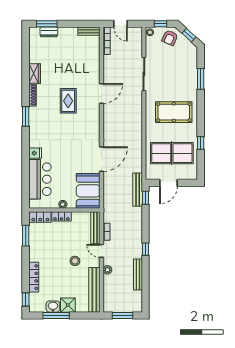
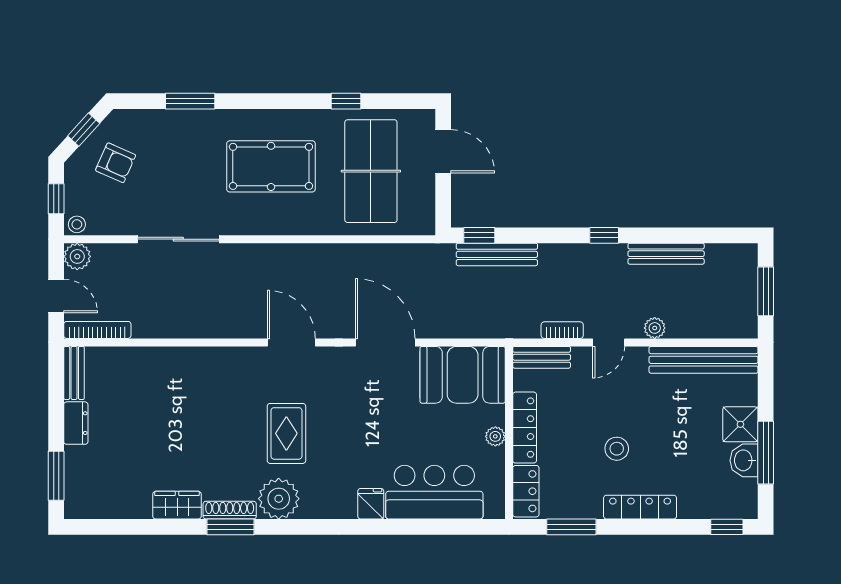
door: (121, 24) -> (56, 296), hinge flipped
dresser: (49, 32) -> (76, 423), moved
plant: (137, 32) -> (77, 256), added
armchair: (170, 38) -> (116, 163), moved
door: (101, 93) -> (291, 342), moved
rug: (68, 101) -> (286, 433), moved, turned 90
pool table: (174, 112) -> (271, 166), turned 90
plant: (37, 115) -> (279, 499), added
window: (26, 117) -> (230, 527), moved
door: (168, 183) -> (443, 151), moved
bench: (138, 190) -> (497, 254), moved
locker: (61, 216) -> (525, 428), width x1.53
bench: (95, 228) -> (542, 357), width x0.73
stool: (75, 261) -> (617, 449), moved
locker: (34, 277) -> (640, 507), moved

